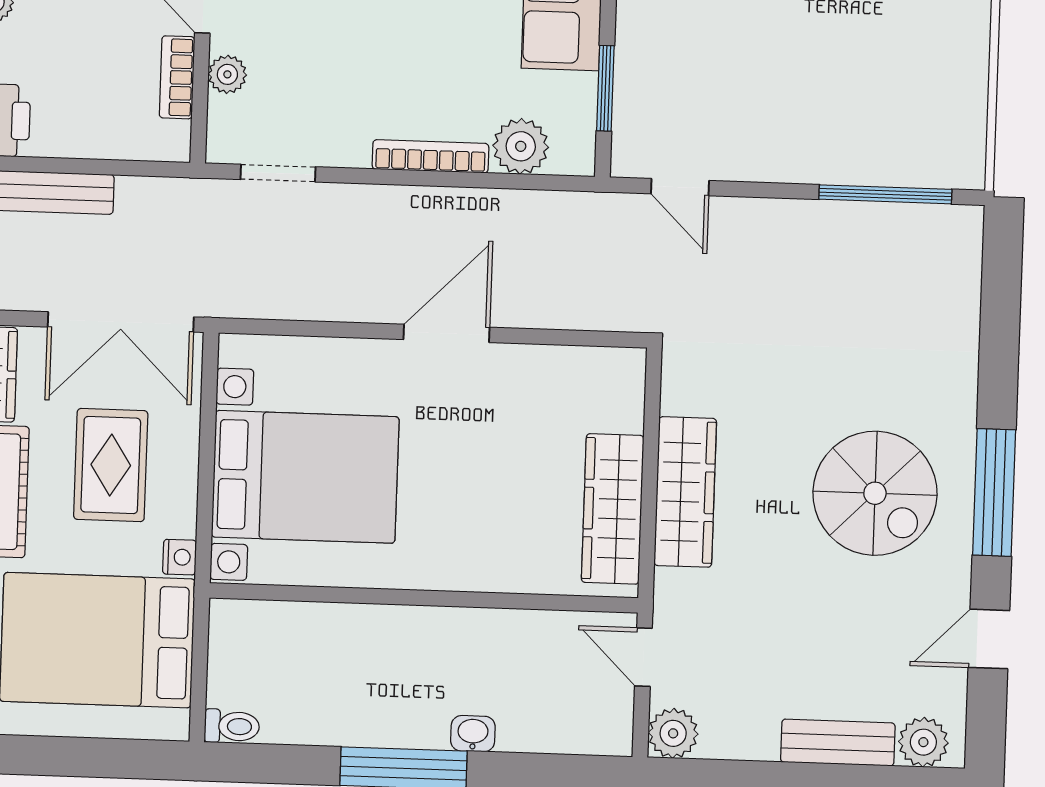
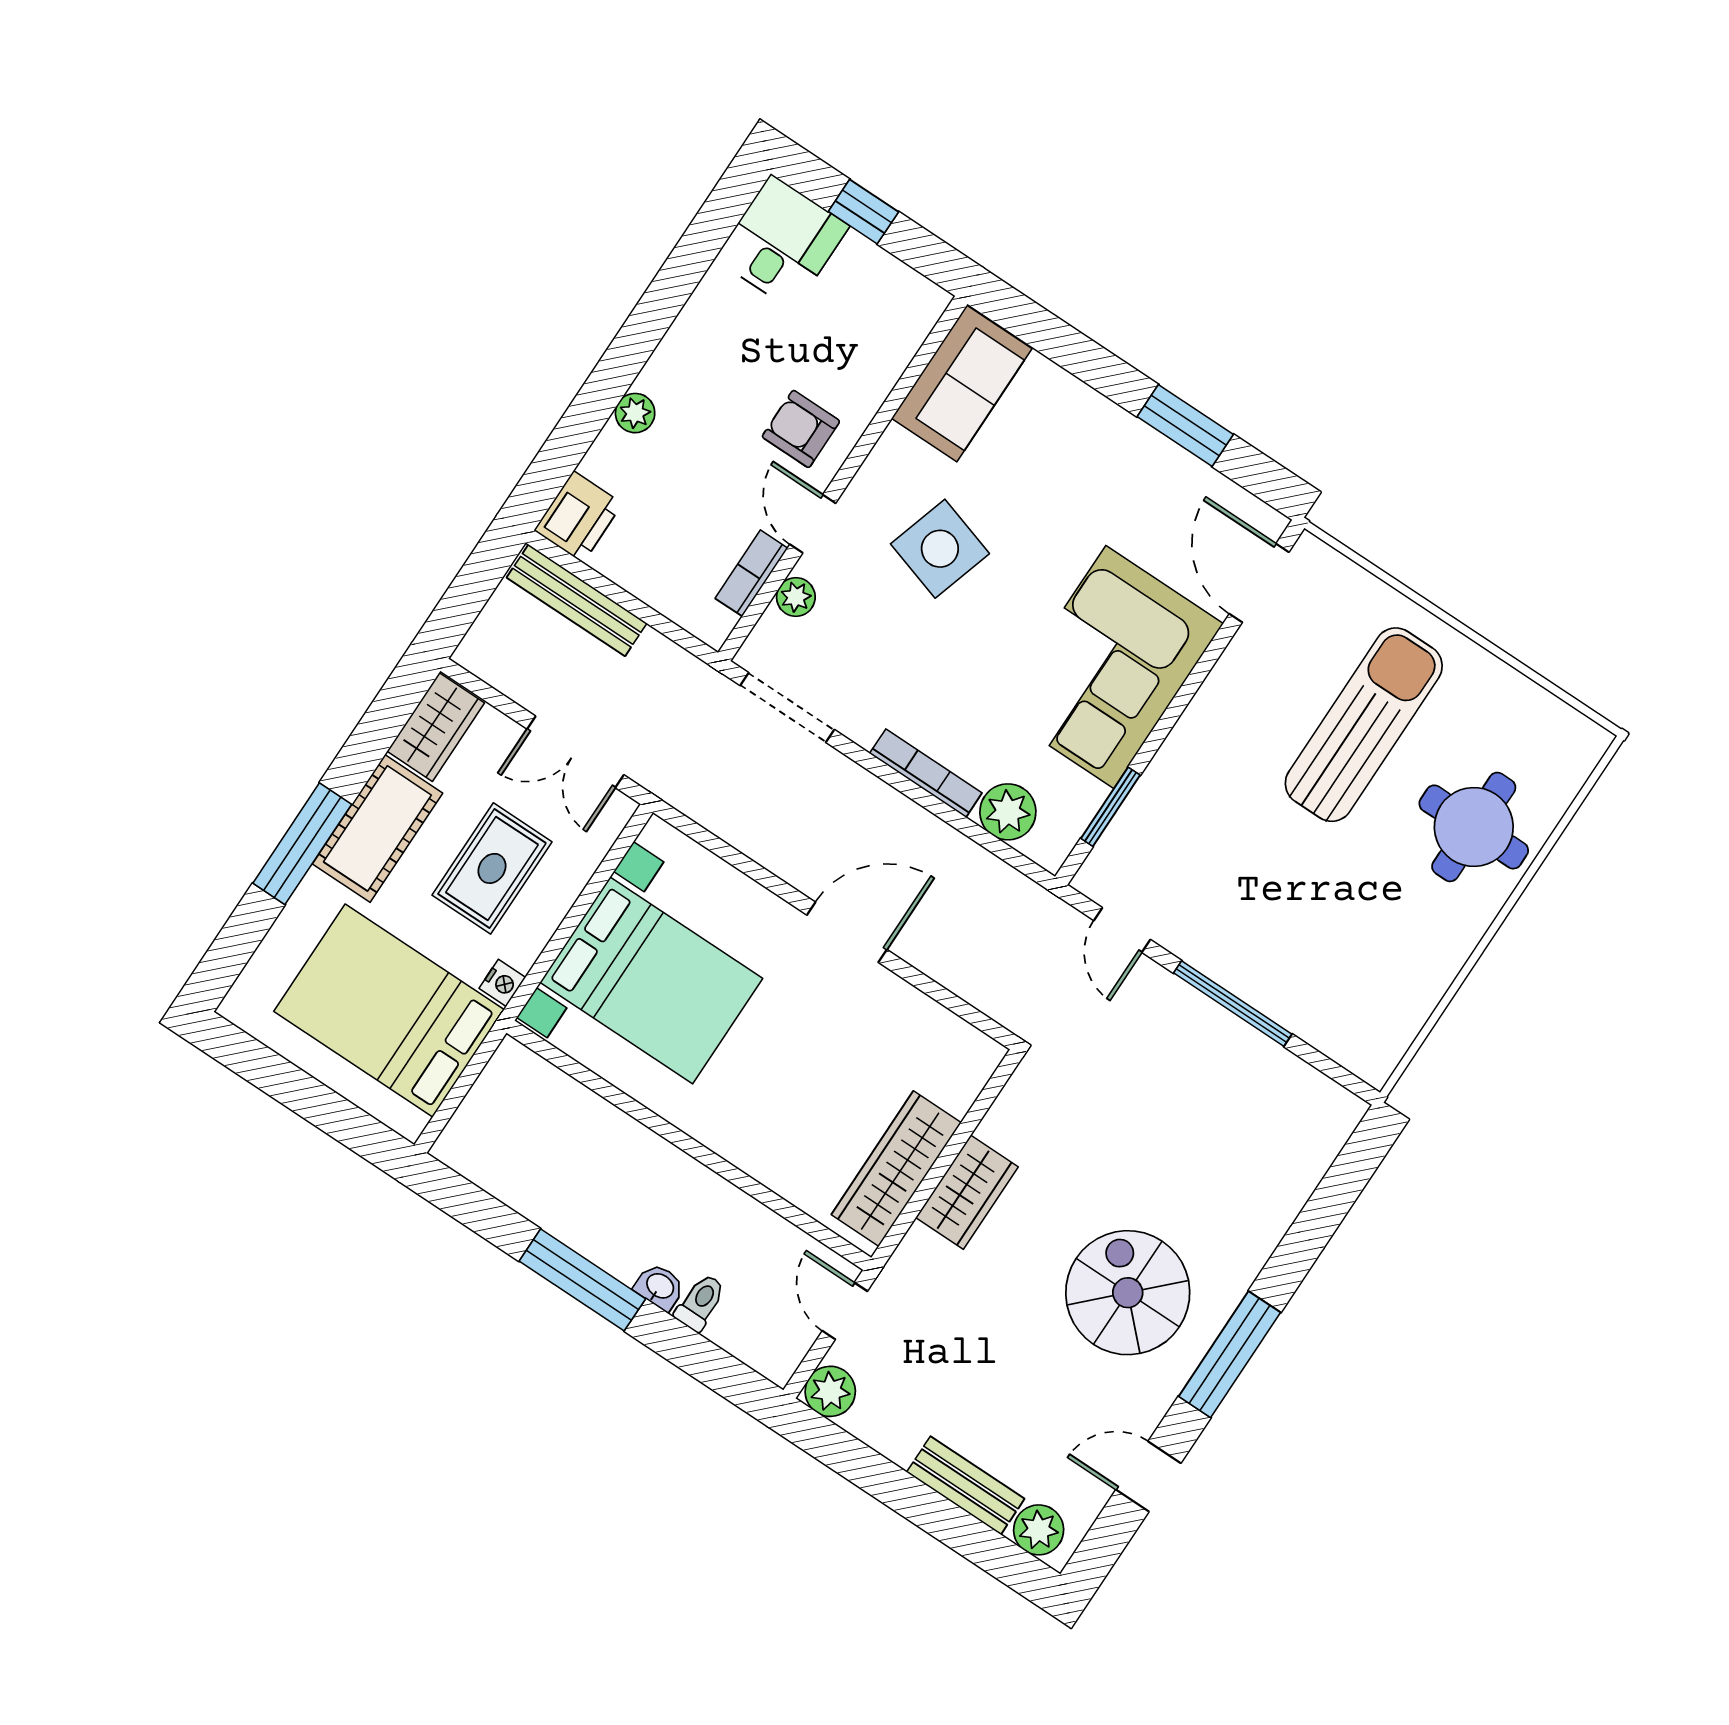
doorway: (278, 173) -> (787, 708), width x1.38
window: (885, 194) -> (1233, 1004), moved
double door: (121, 322) -> (575, 752), width x0.73
wardrobe: (685, 492) -> (967, 1192), width x0.67
spiral stairs: (875, 493) -> (1128, 1293), turned 180
toilet: (232, 726) -> (700, 1302), moved, turned -90

